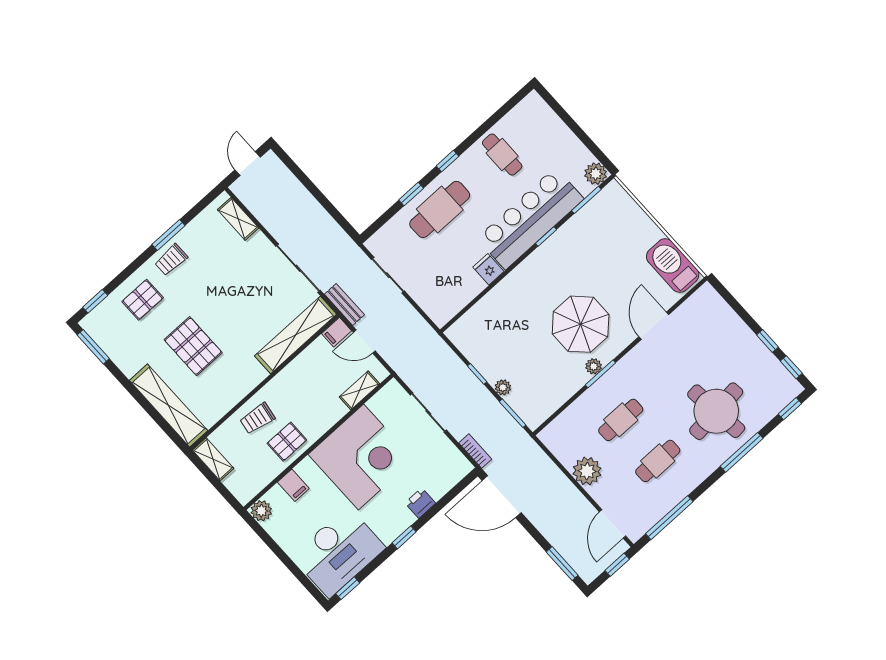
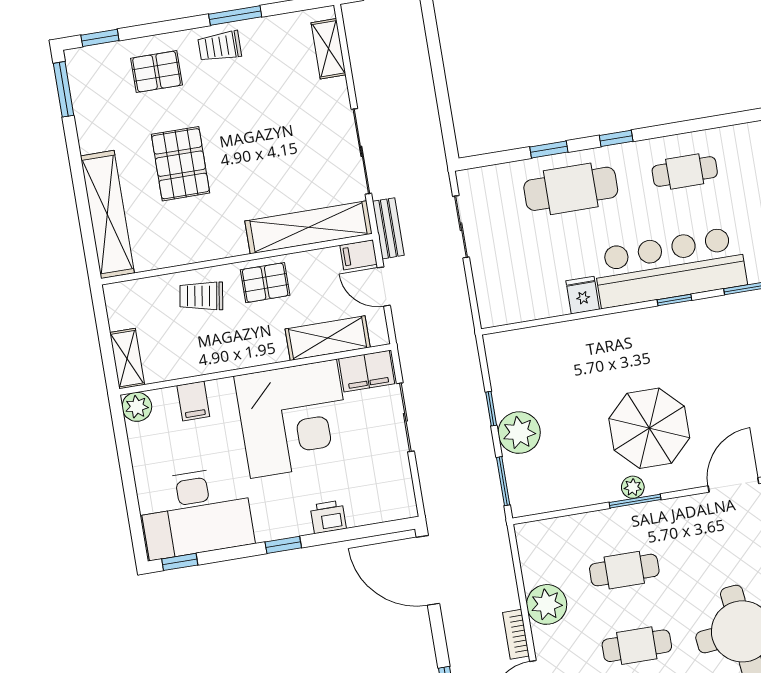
cafe table: (502, 155) -> (685, 172), turned 90
plant: (503, 387) -> (519, 433), width x1.87, depth x1.87
shelving: (359, 390) -> (328, 338), width x1.50, depth x1.33
filing cabinet: (387, 400) -> (367, 371), added
pallet: (287, 442) -> (265, 283), moved
bookcase: (475, 451) -> (516, 634), moved, turned 180
shelving: (213, 459) -> (127, 359), moved

